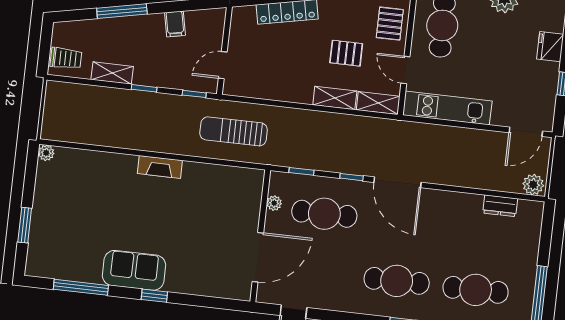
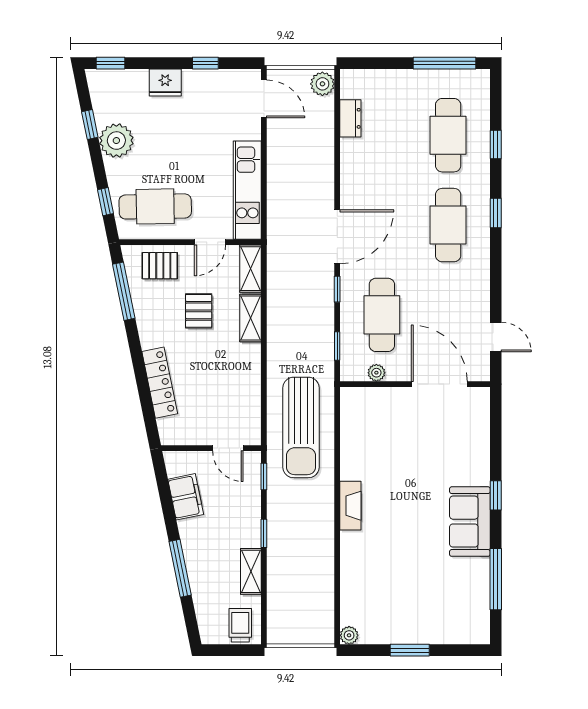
filing cabinet: (175, 24) -> (186, 497), width x2.00
sun lounger: (234, 131) -> (301, 427), width x1.36, depth x1.34
window: (25, 225) -> (410, 650), moved

